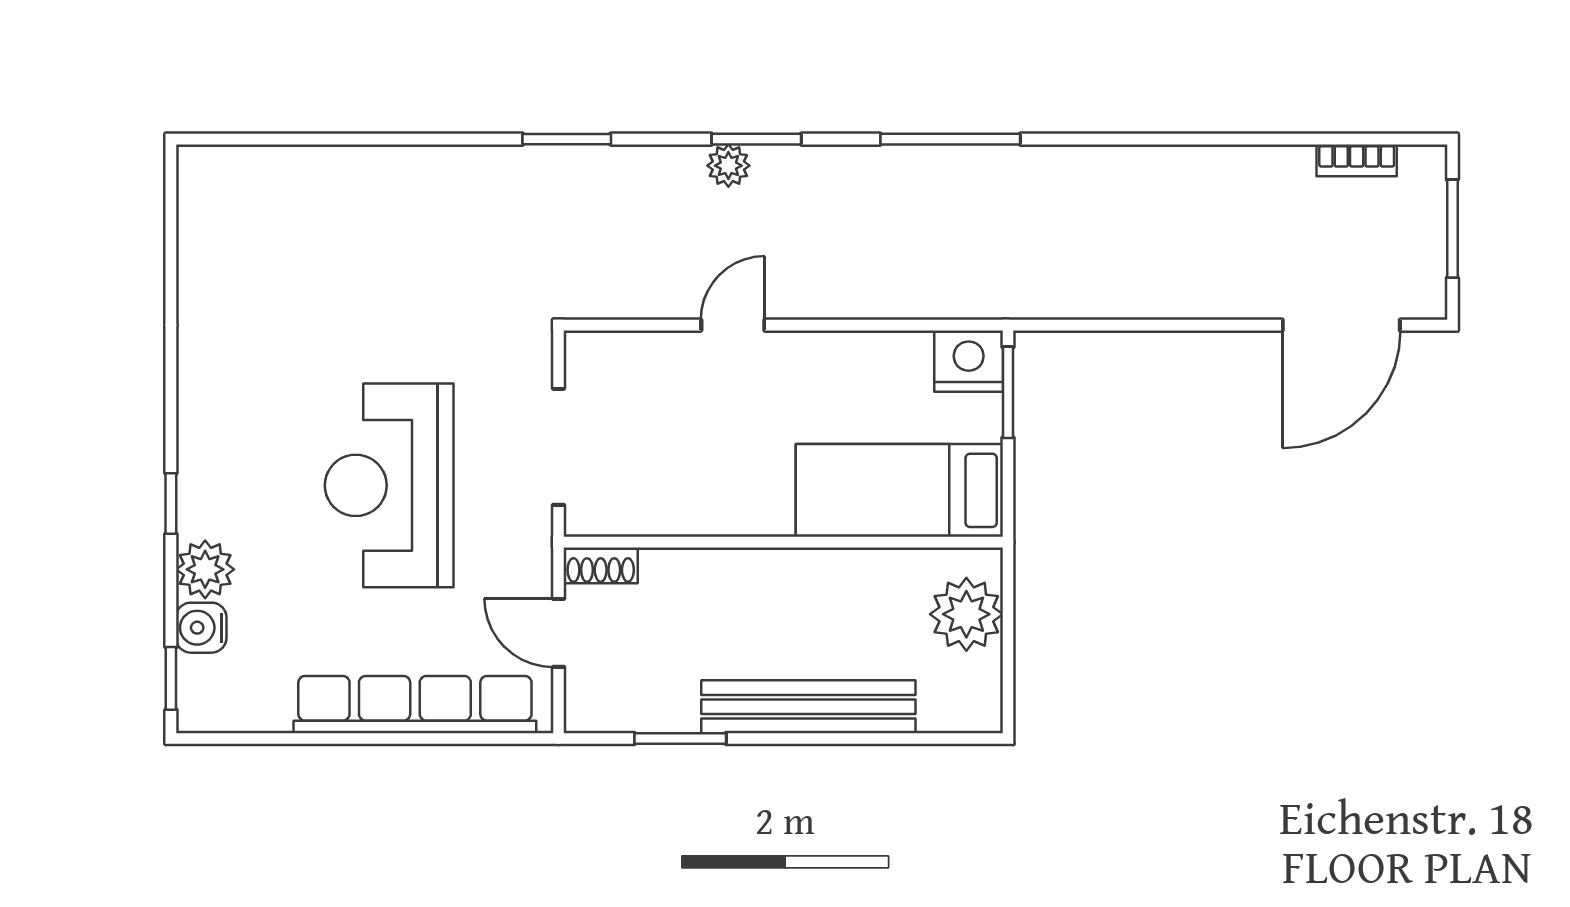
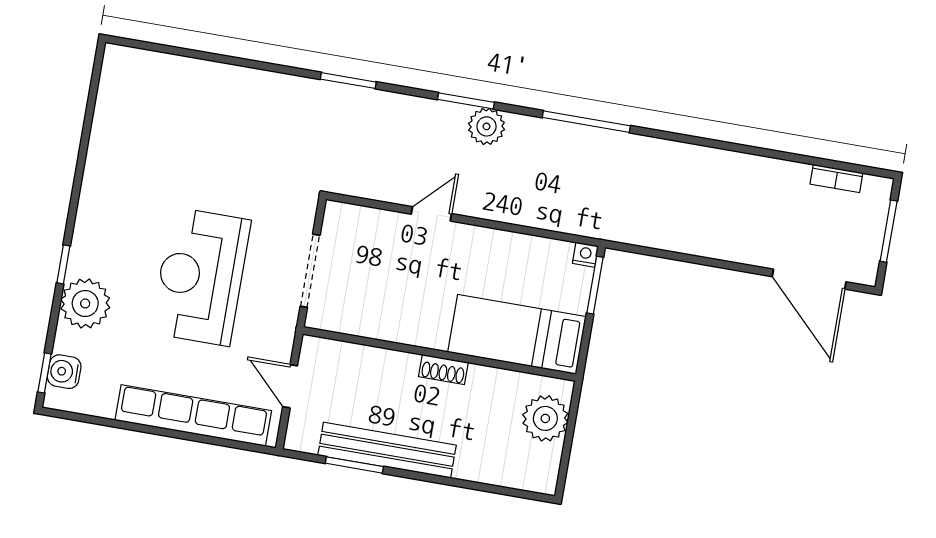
plant: (728, 166) -> (486, 126), moved, width x1.38, depth x1.38
door: (1341, 325) -> (809, 279), hinge flipped
nightstand: (969, 361) -> (585, 255), width x0.53, depth x0.56
shoe rack: (601, 565) -> (443, 370), moved
plant: (205, 569) -> (85, 303), width x1.36, depth x1.36
water cooler: (201, 628) -> (64, 372), moved
bench: (808, 707) -> (387, 450), moved

